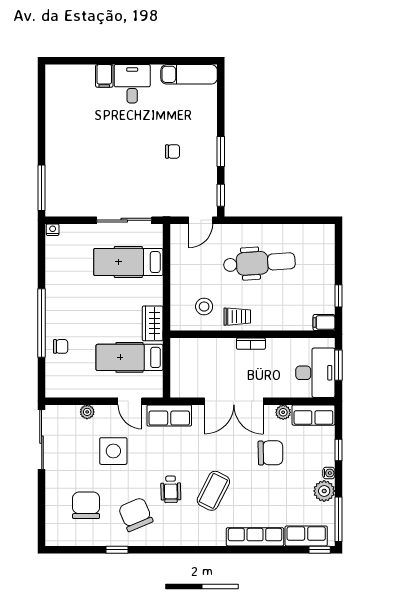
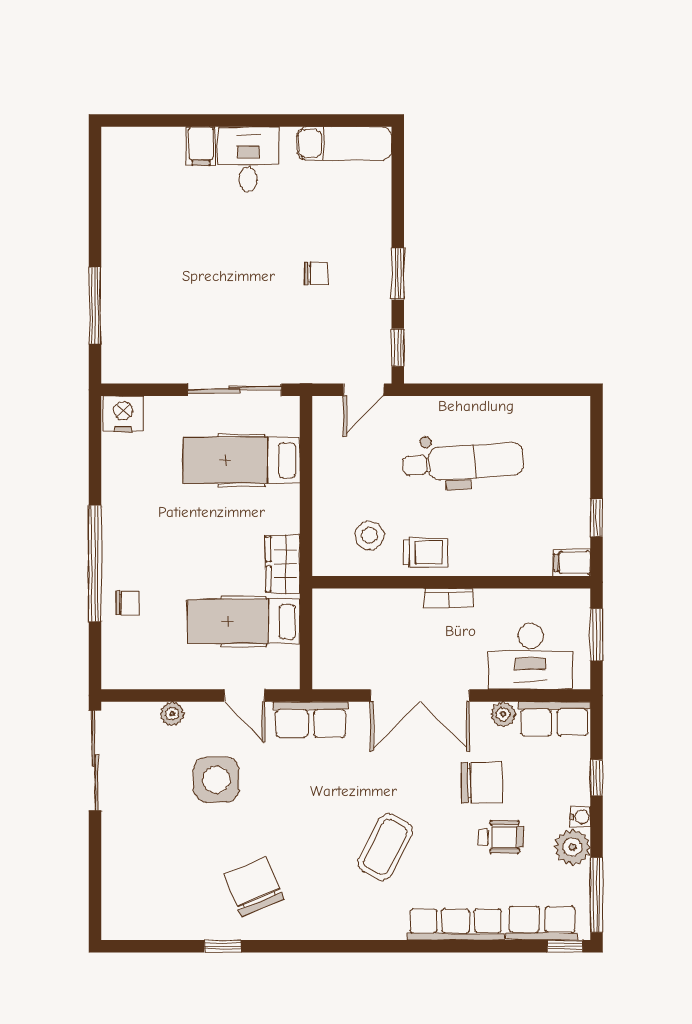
window: (42, 188) -> (95, 306), moved
nightstand: (53, 230) -> (123, 414), width x1.89, depth x1.79
desk: (315, 373) -> (530, 656), moved, turned 90
wheelchair: (171, 489) -> (501, 837), moved, turned -89
chair: (86, 505) -> (170, 871), removed

